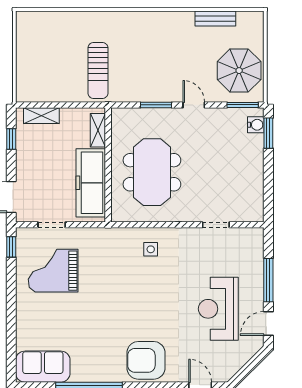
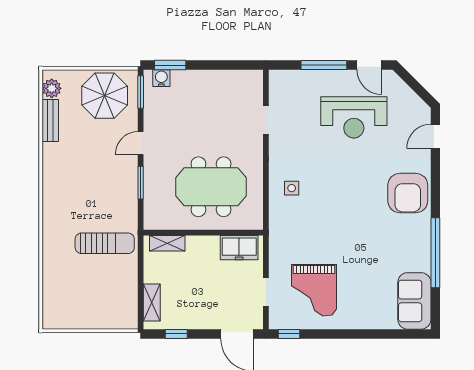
plant: (246, 20) -> (52, 88), added
freezer: (91, 183) -> (239, 248), width x0.52, depth x0.79

